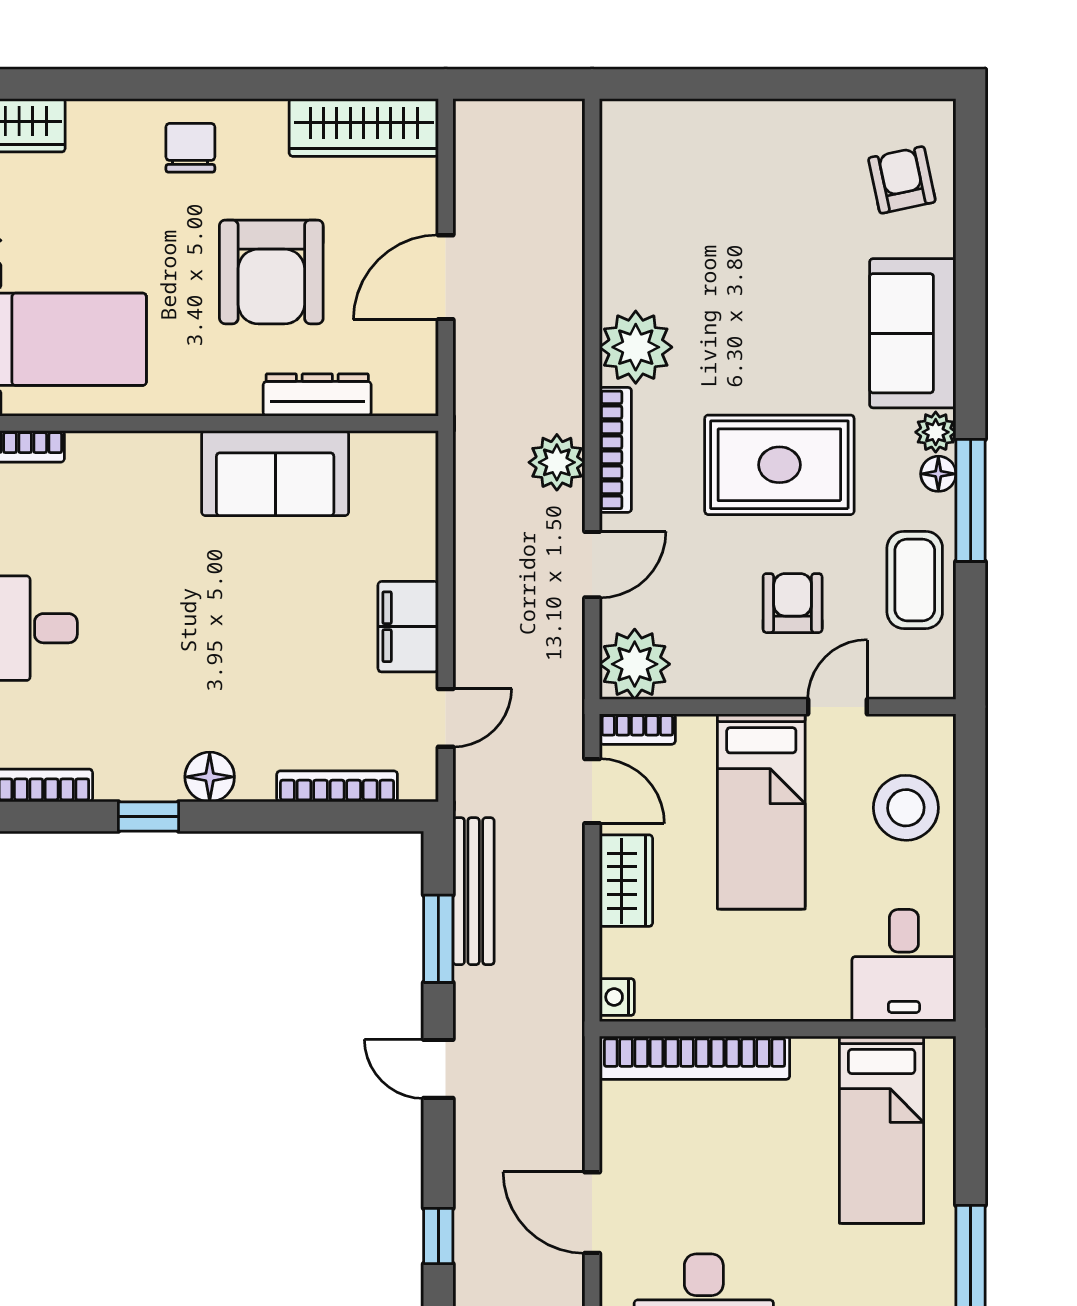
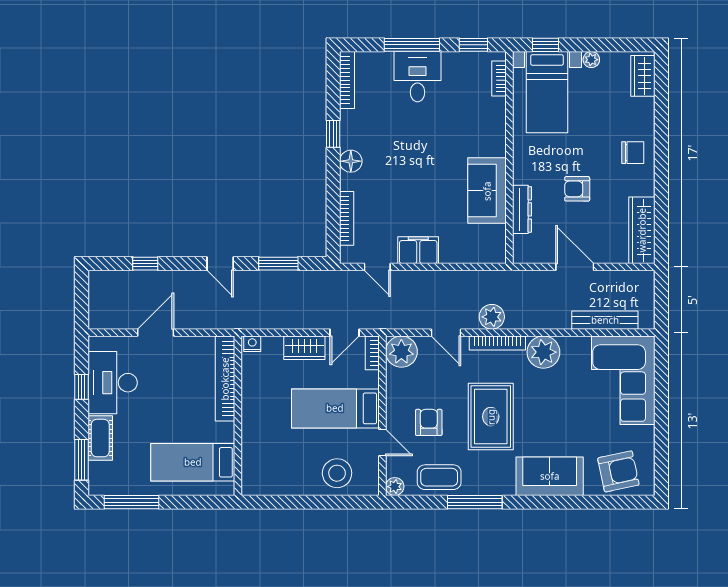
corner sofa: (698, 169) -> (623, 380), added
armchair: (902, 180) -> (618, 471), width x1.38, depth x1.38
armchair: (271, 272) -> (577, 189), width x0.53, depth x0.53
plant: (936, 432) -> (395, 487), moved
floor lamp: (938, 474) -> (487, 488), removed
armchair: (793, 603) -> (429, 422), turned -90
bench: (474, 891) -> (605, 320), moved
desk: (904, 965) -> (266, 472), removed
door: (438, 1069) -> (220, 264), swing flipped

